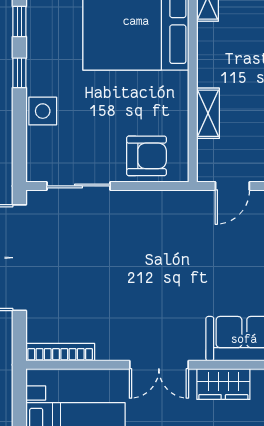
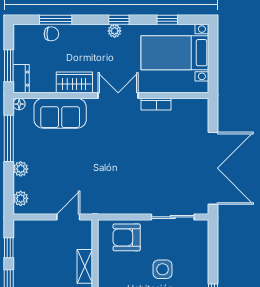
side table: (43, 111) -> (163, 269), moved
bookcase: (60, 352) -> (156, 104), moved, width x0.64

